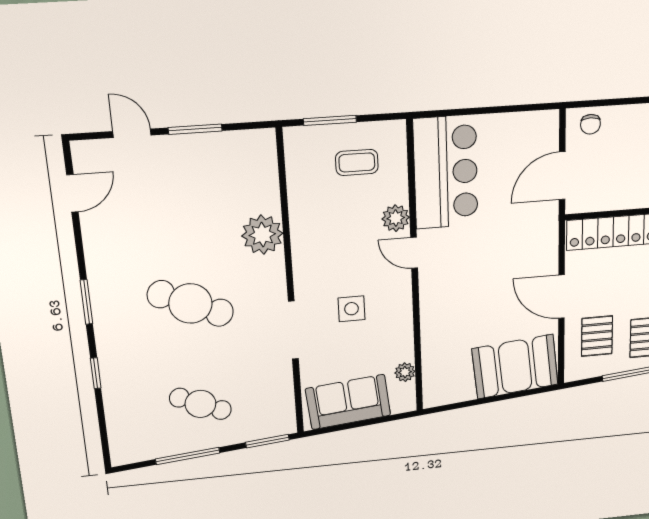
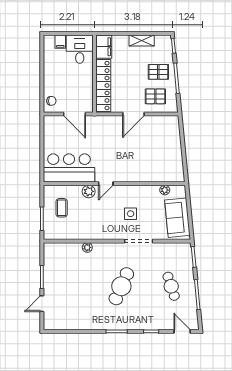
door: (72, 193) -> (182, 331), moved
plant: (262, 235) -> (87, 247), width x0.53, depth x0.53
booth: (515, 367) -> (167, 137), removed
cafe table: (200, 404) -> (171, 286), turned -42

